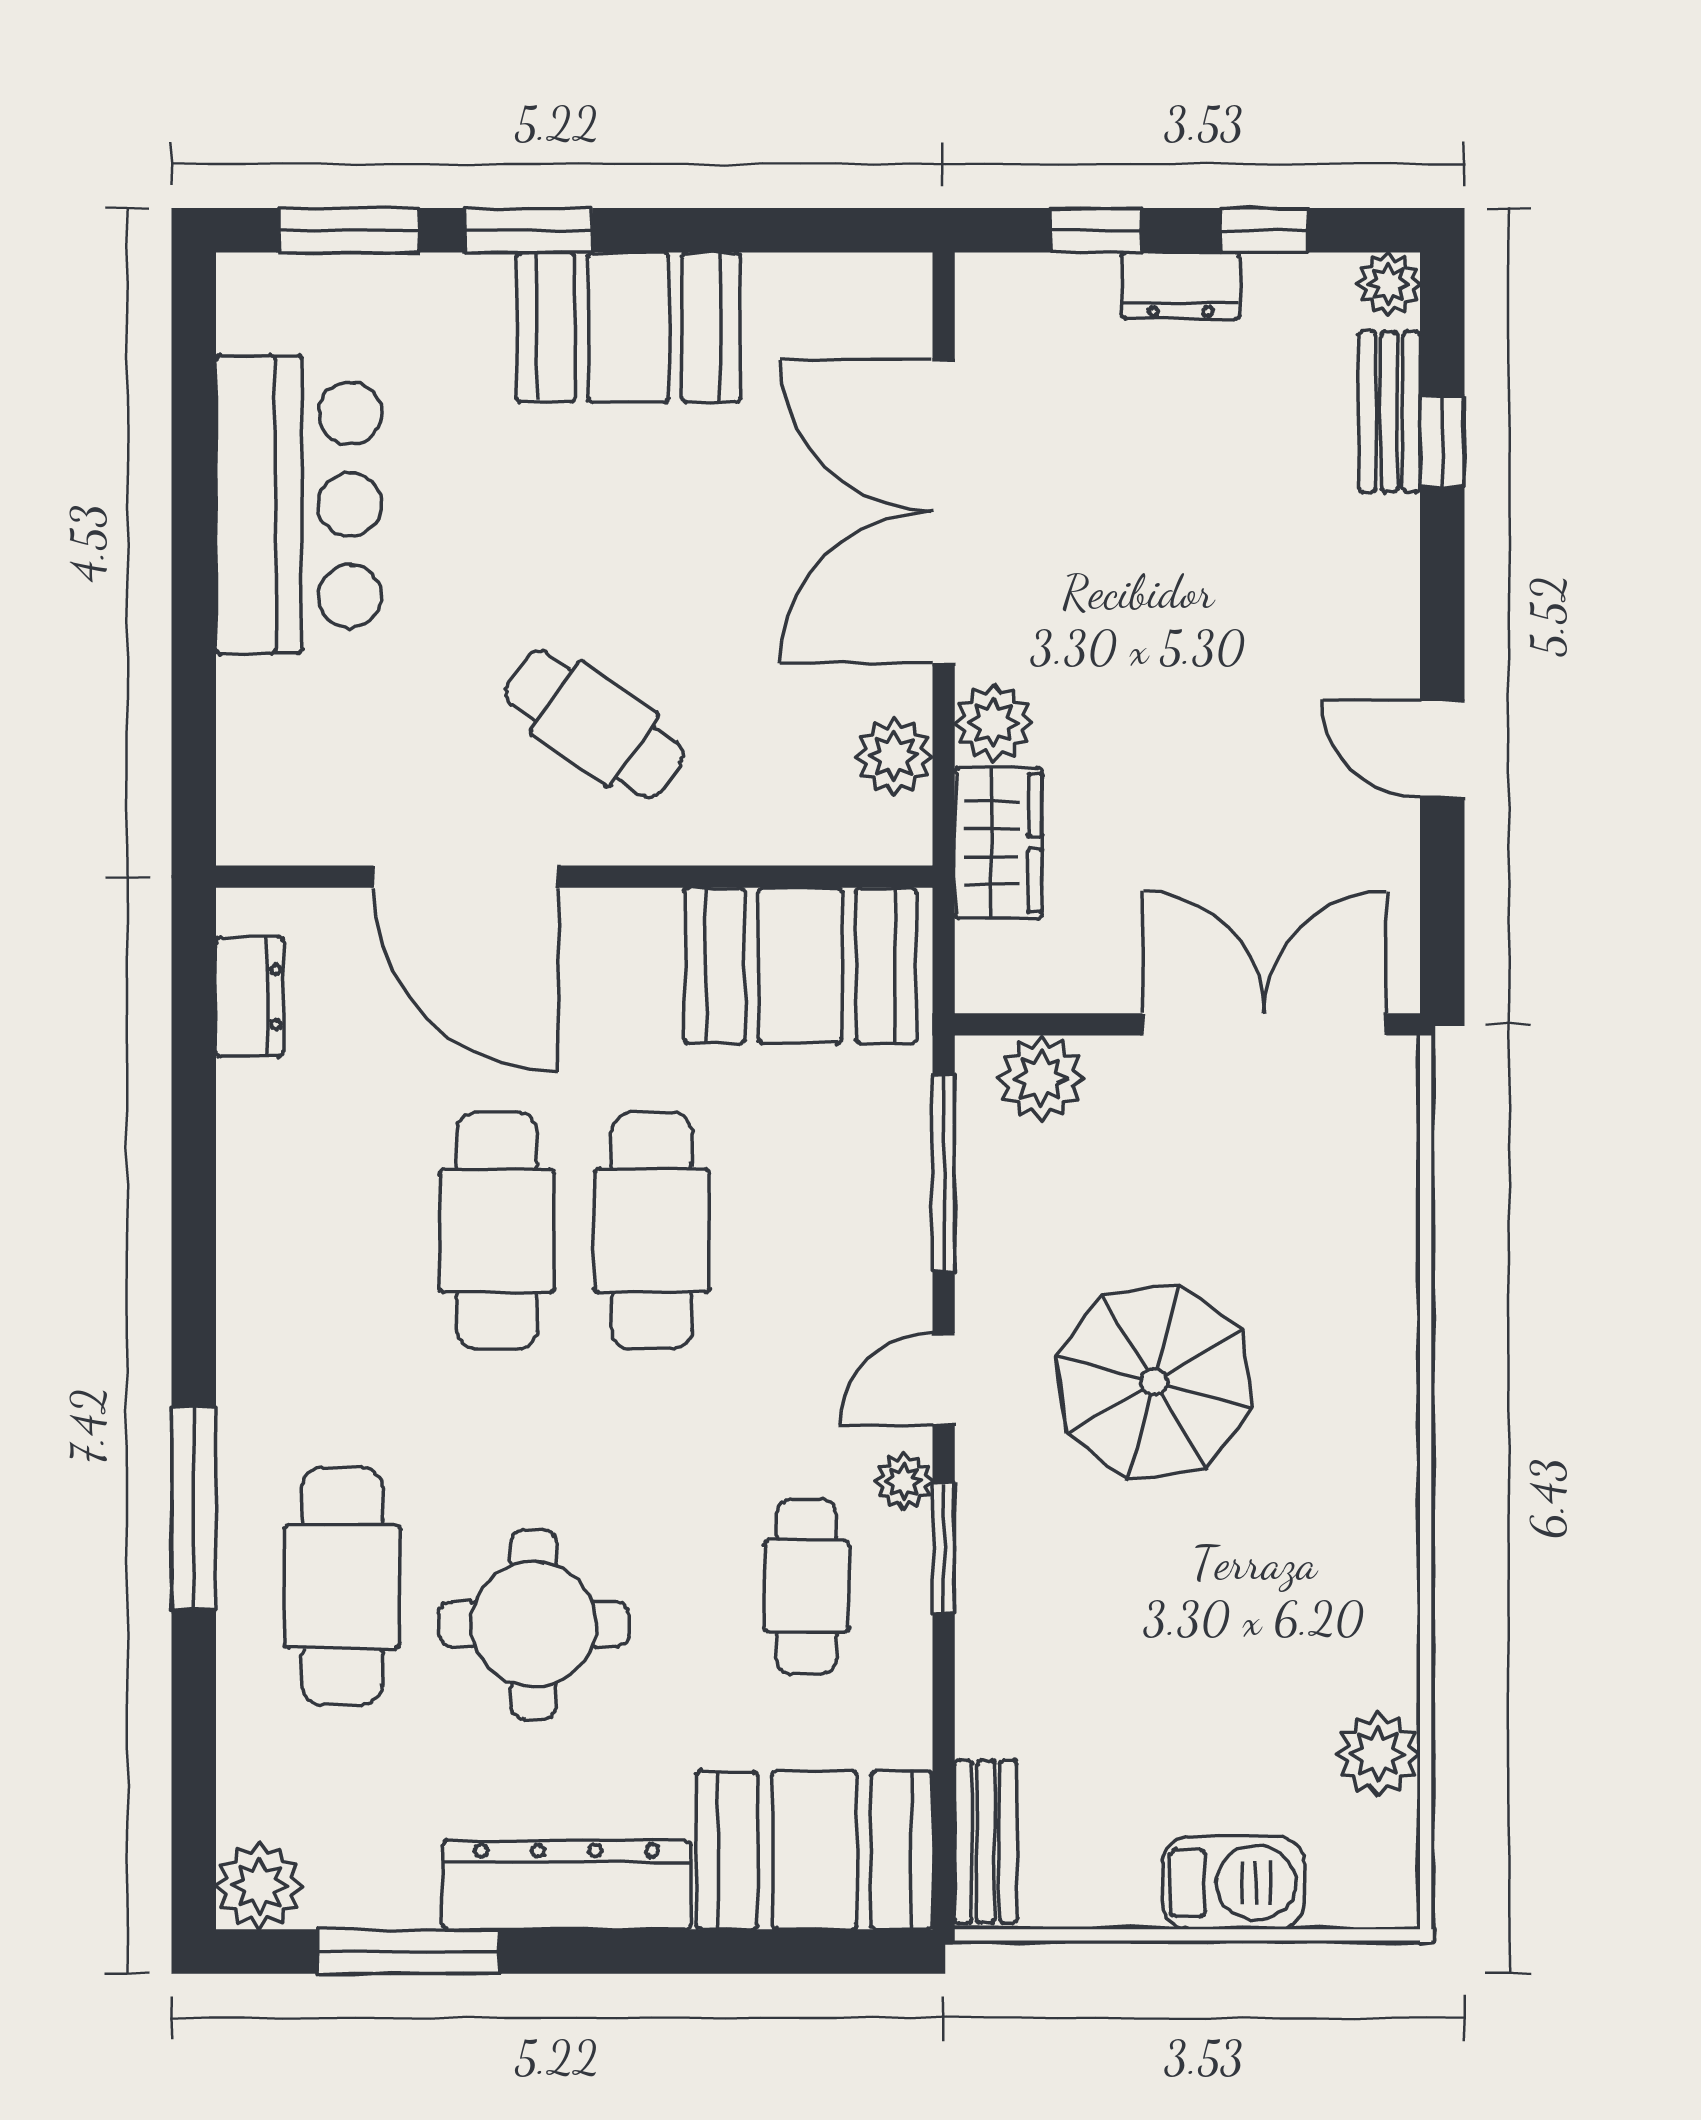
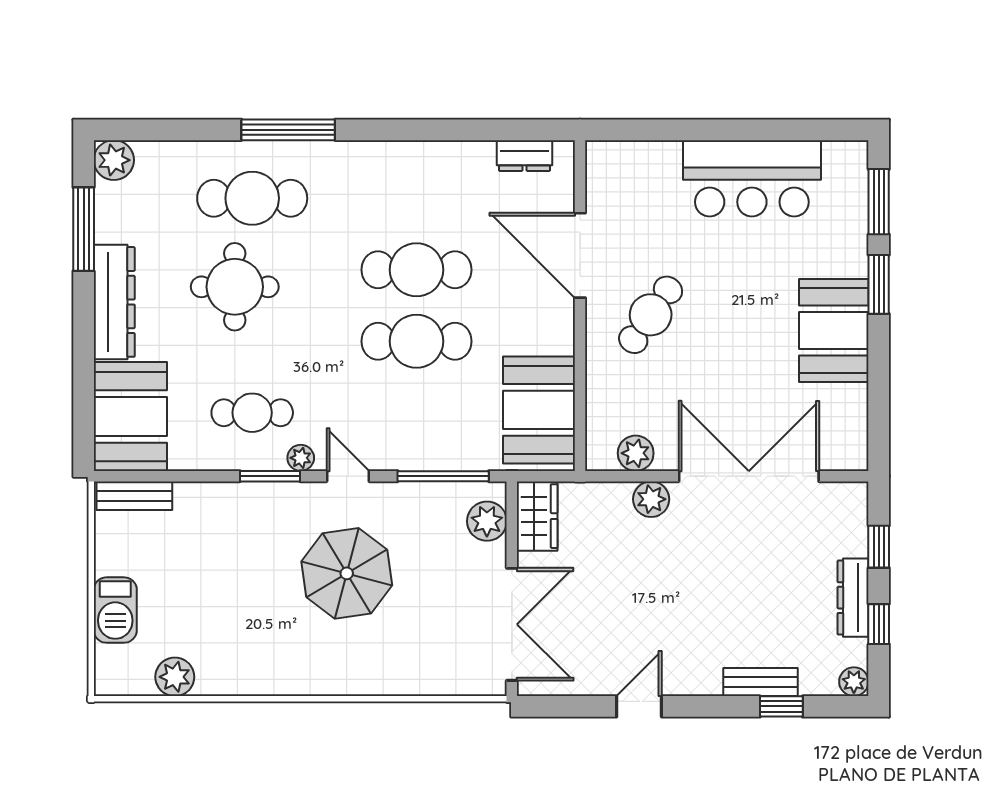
dresser: (1181, 286) -> (853, 598), width x1.44
bench: (1389, 411) -> (761, 682), moved
wardrobe: (998, 843) -> (537, 516), moved, turned -90
door: (466, 877) -> (580, 255), hinge flipped

